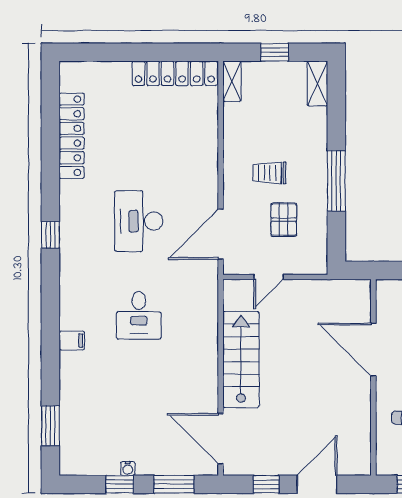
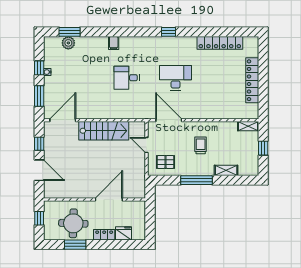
locker: (175, 73) -> (252, 80), moved
shelving: (317, 83) -> (226, 170), moved
pallet: (284, 220) -> (166, 162), moved
plant: (72, 428) -> (68, 43), added

